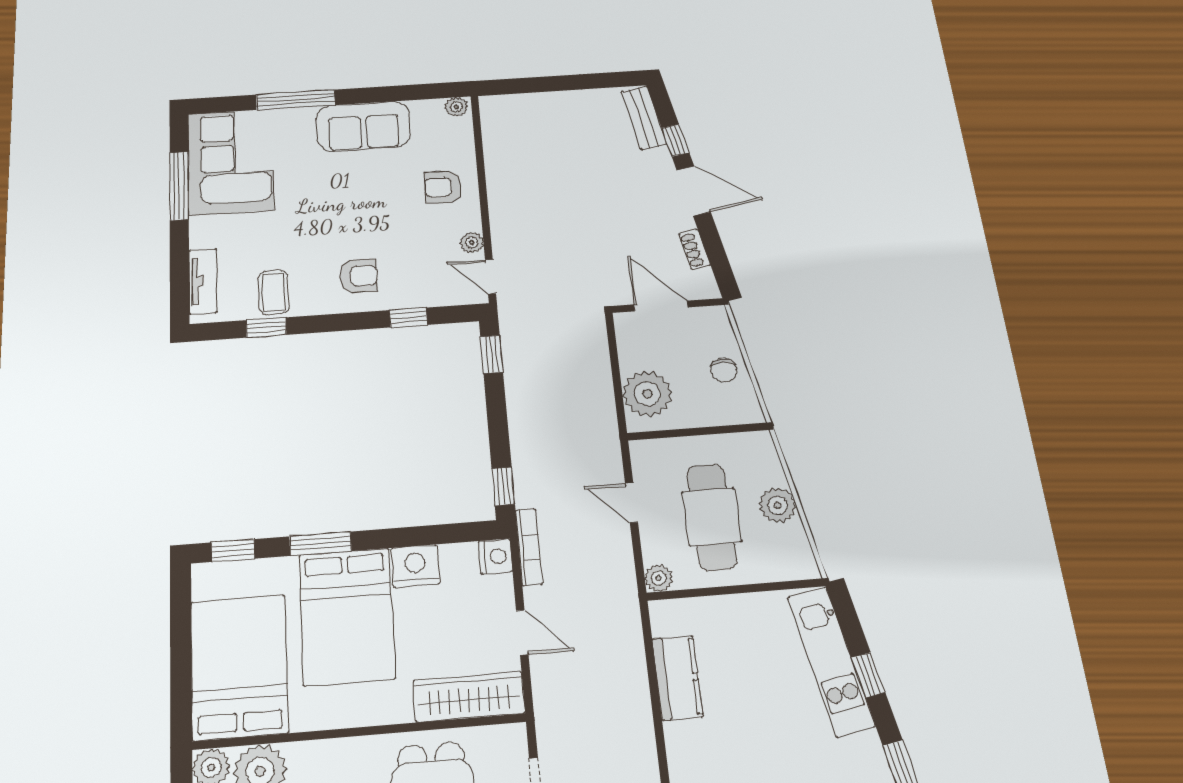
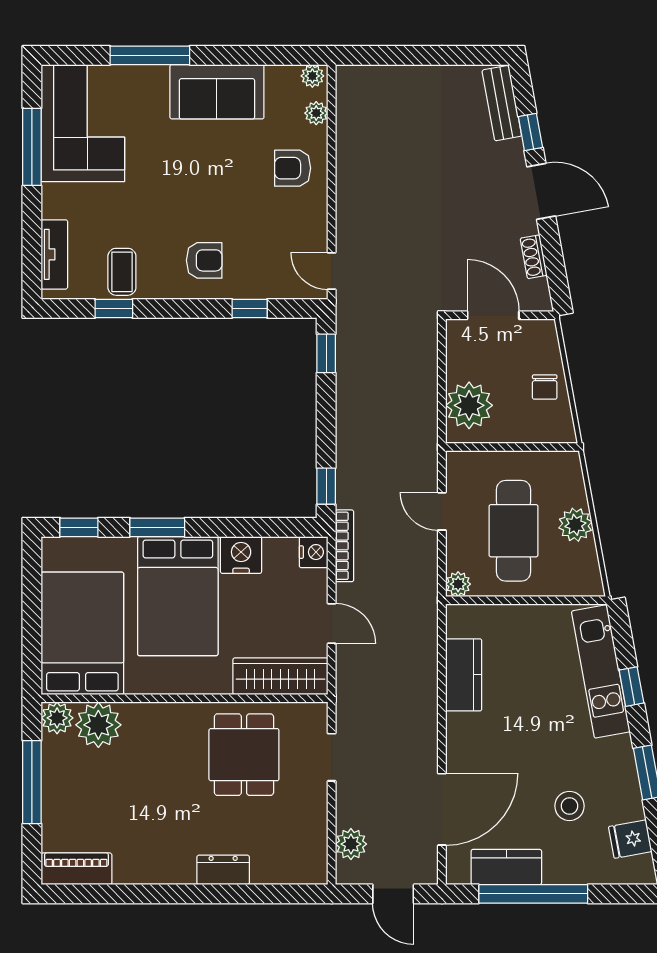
plant: (472, 243) -> (316, 113), moved

